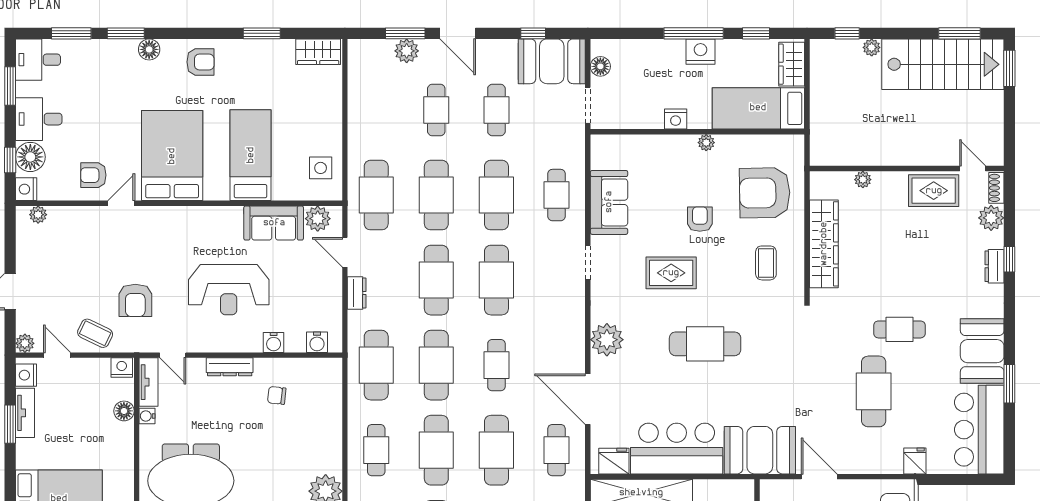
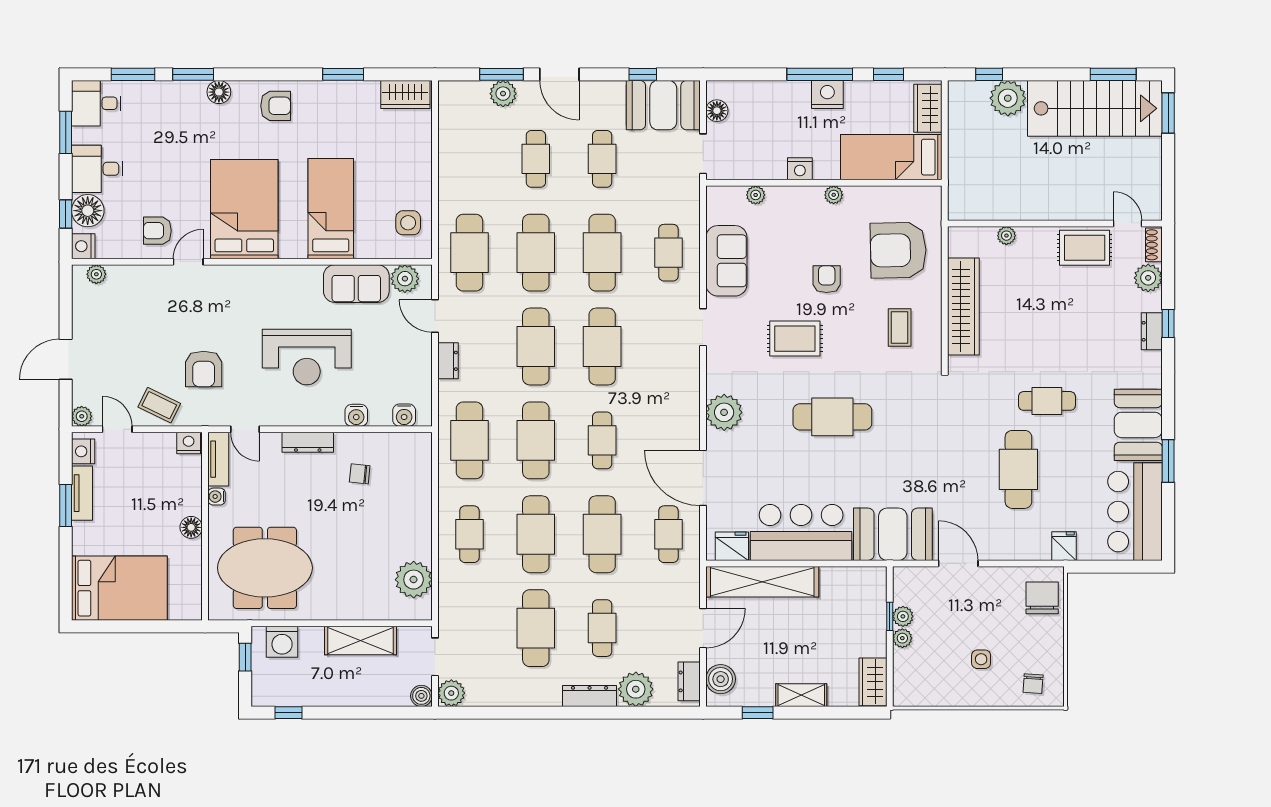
plant: (872, 47) -> (1008, 98), width x1.88, depth x1.88
plant: (635, 143) -> (756, 195), added
floor lamp: (124, 411) -> (191, 527), moved

